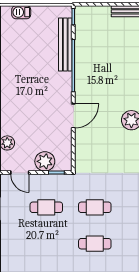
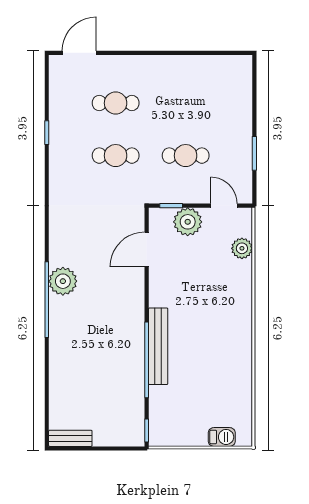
bench: (65, 44) -> (158, 346), moved
door: (73, 116) -> (147, 249), moved

